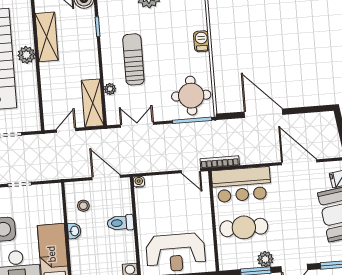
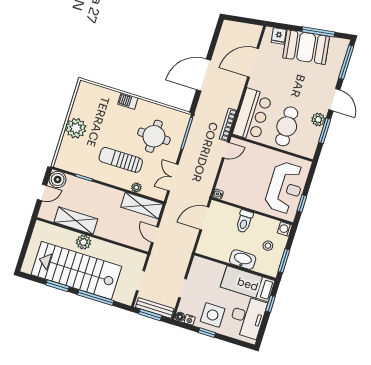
round table: (191, 96) -> (154, 136), moved
stool: (83, 206) -> (268, 246), moved
washbasin: (74, 231) -> (243, 260), width x1.91, depth x1.45

